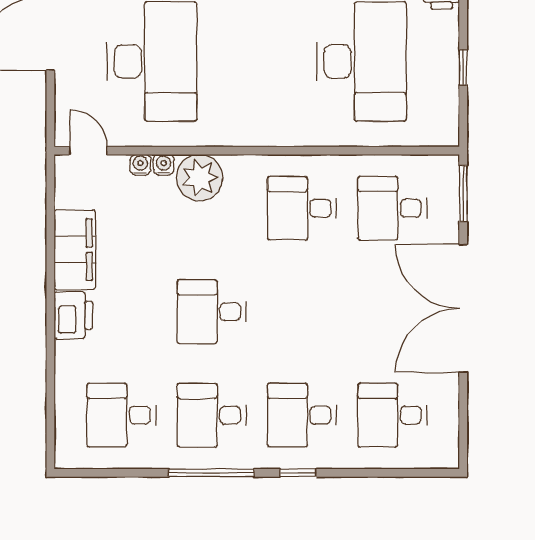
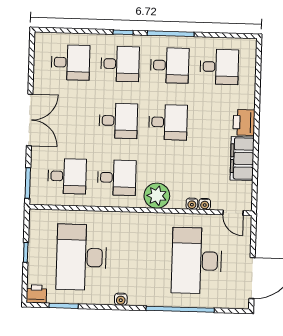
plant: (200, 178) -> (157, 196), moved
double door: (463, 308) -> (30, 120), width x0.73
desk: (302, 312) -> (118, 121), added

